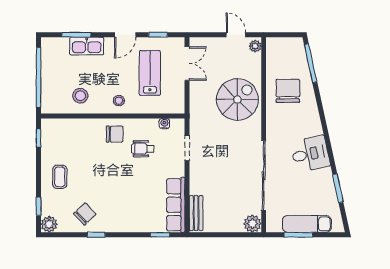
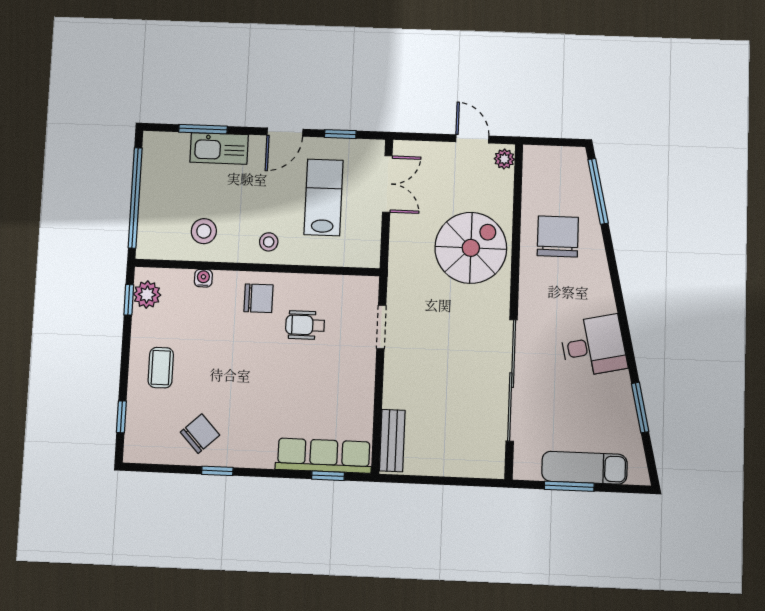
water cooler: (164, 124) -> (203, 278), moved
row of seats: (176, 205) -> (324, 456), moved, turned 90
plant: (49, 224) -> (147, 295), moved
plant: (252, 224) -> (489, 463), removed

